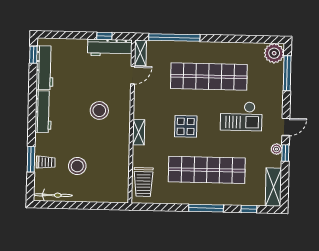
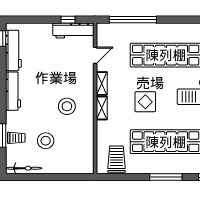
shelving: (140, 53) -> (102, 83), moved
stool: (99, 110) -> (67, 106), moved
trolley: (143, 182) -> (117, 159), moved, turned 180

